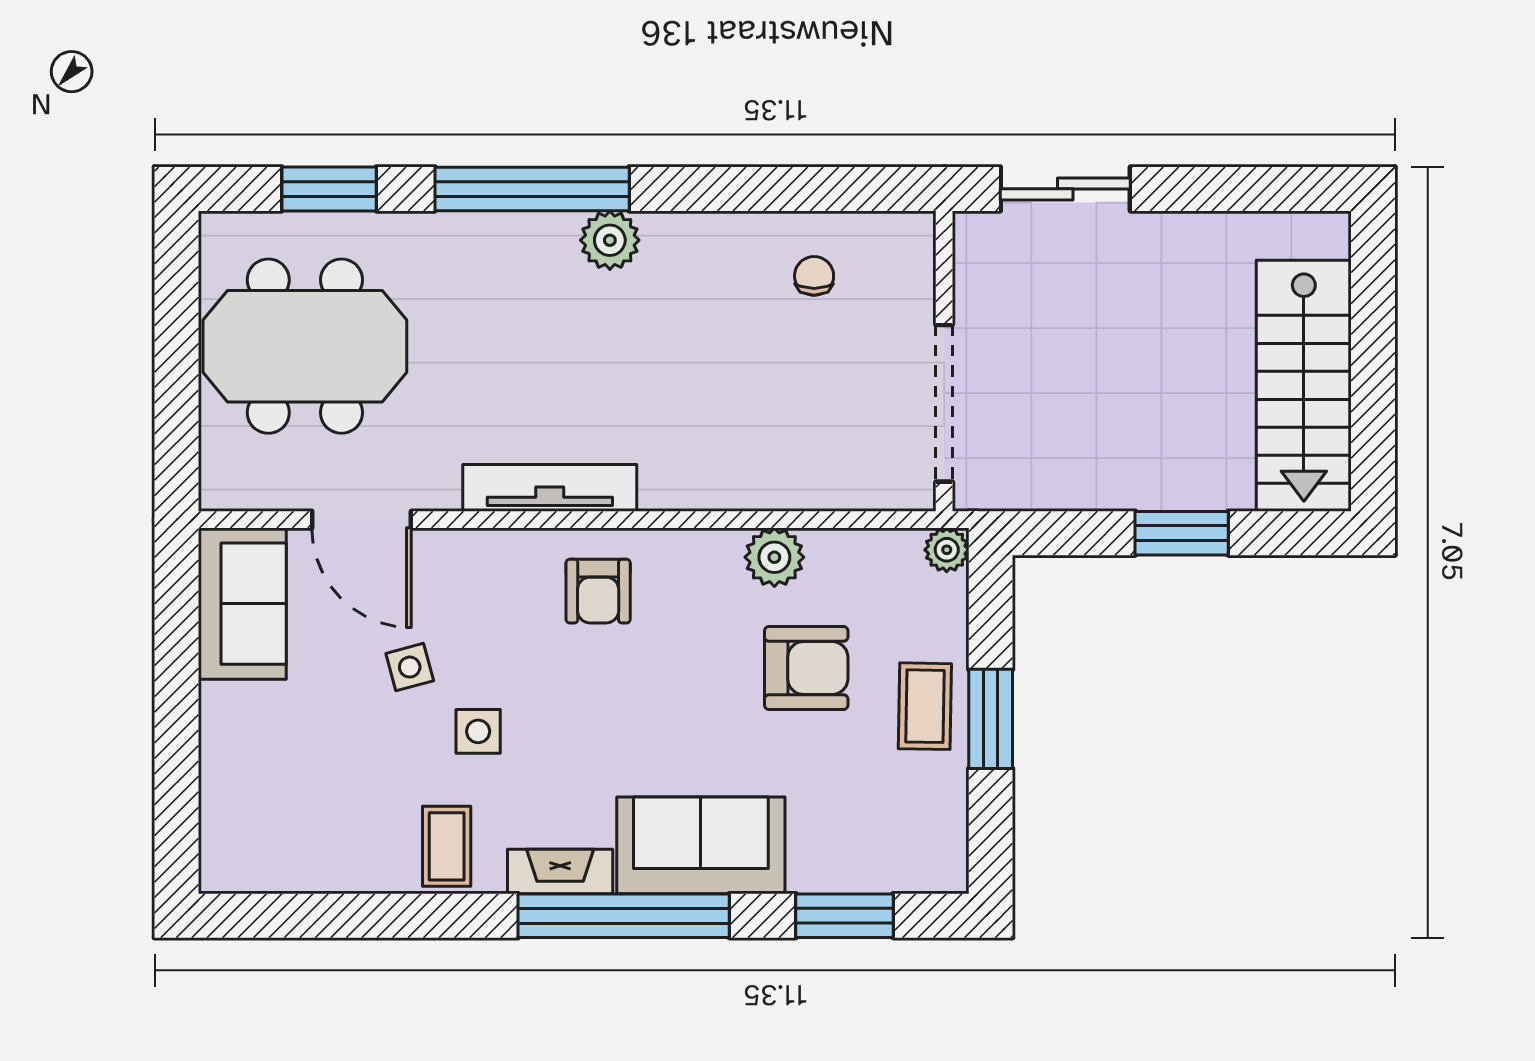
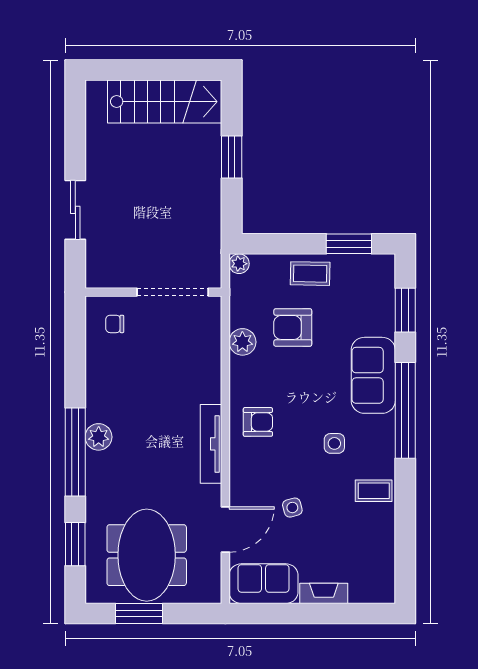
plant: (610, 240) -> (99, 437), moved
window: (176, 329) -> (139, 613), added
wall: (944, 361) -> (153, 292), moved
doorway: (944, 403) -> (173, 292), moved
armchair: (806, 668) -> (293, 327), turned -90
window: (991, 719) -> (349, 244), moved
side table: (478, 731) -> (334, 443), moved
fireplace: (560, 871) -> (324, 593), moved, turned 90

